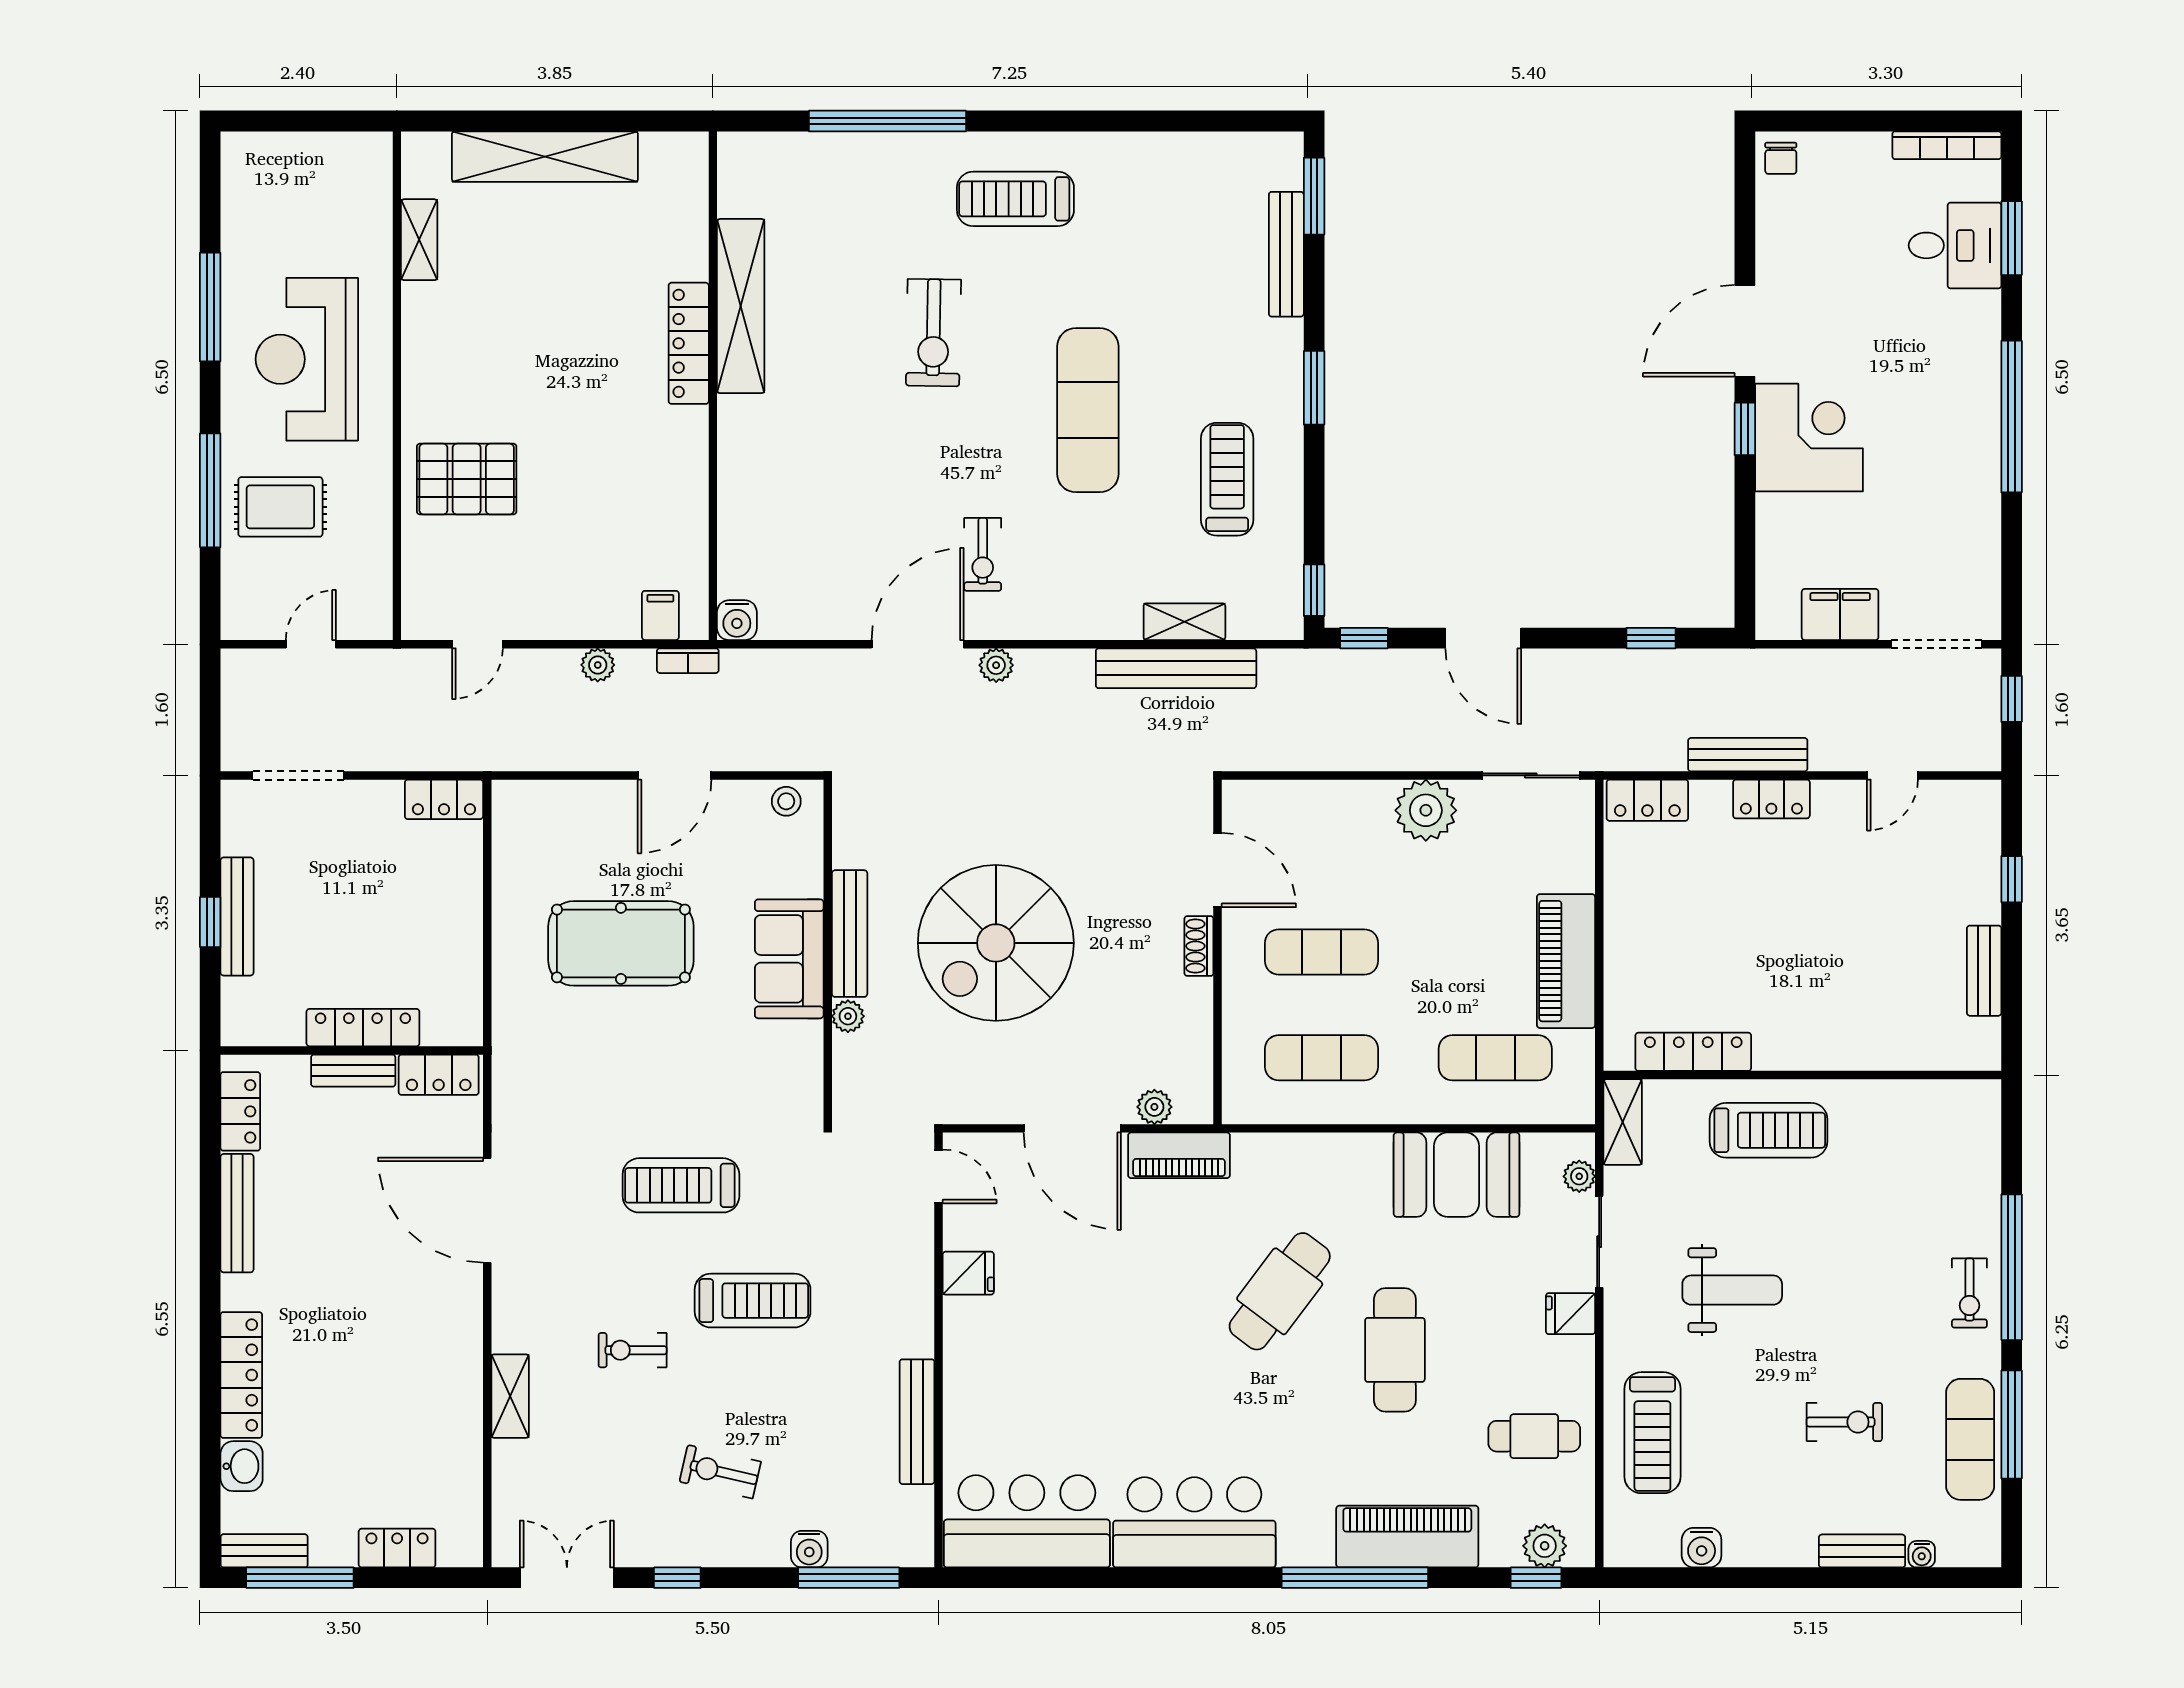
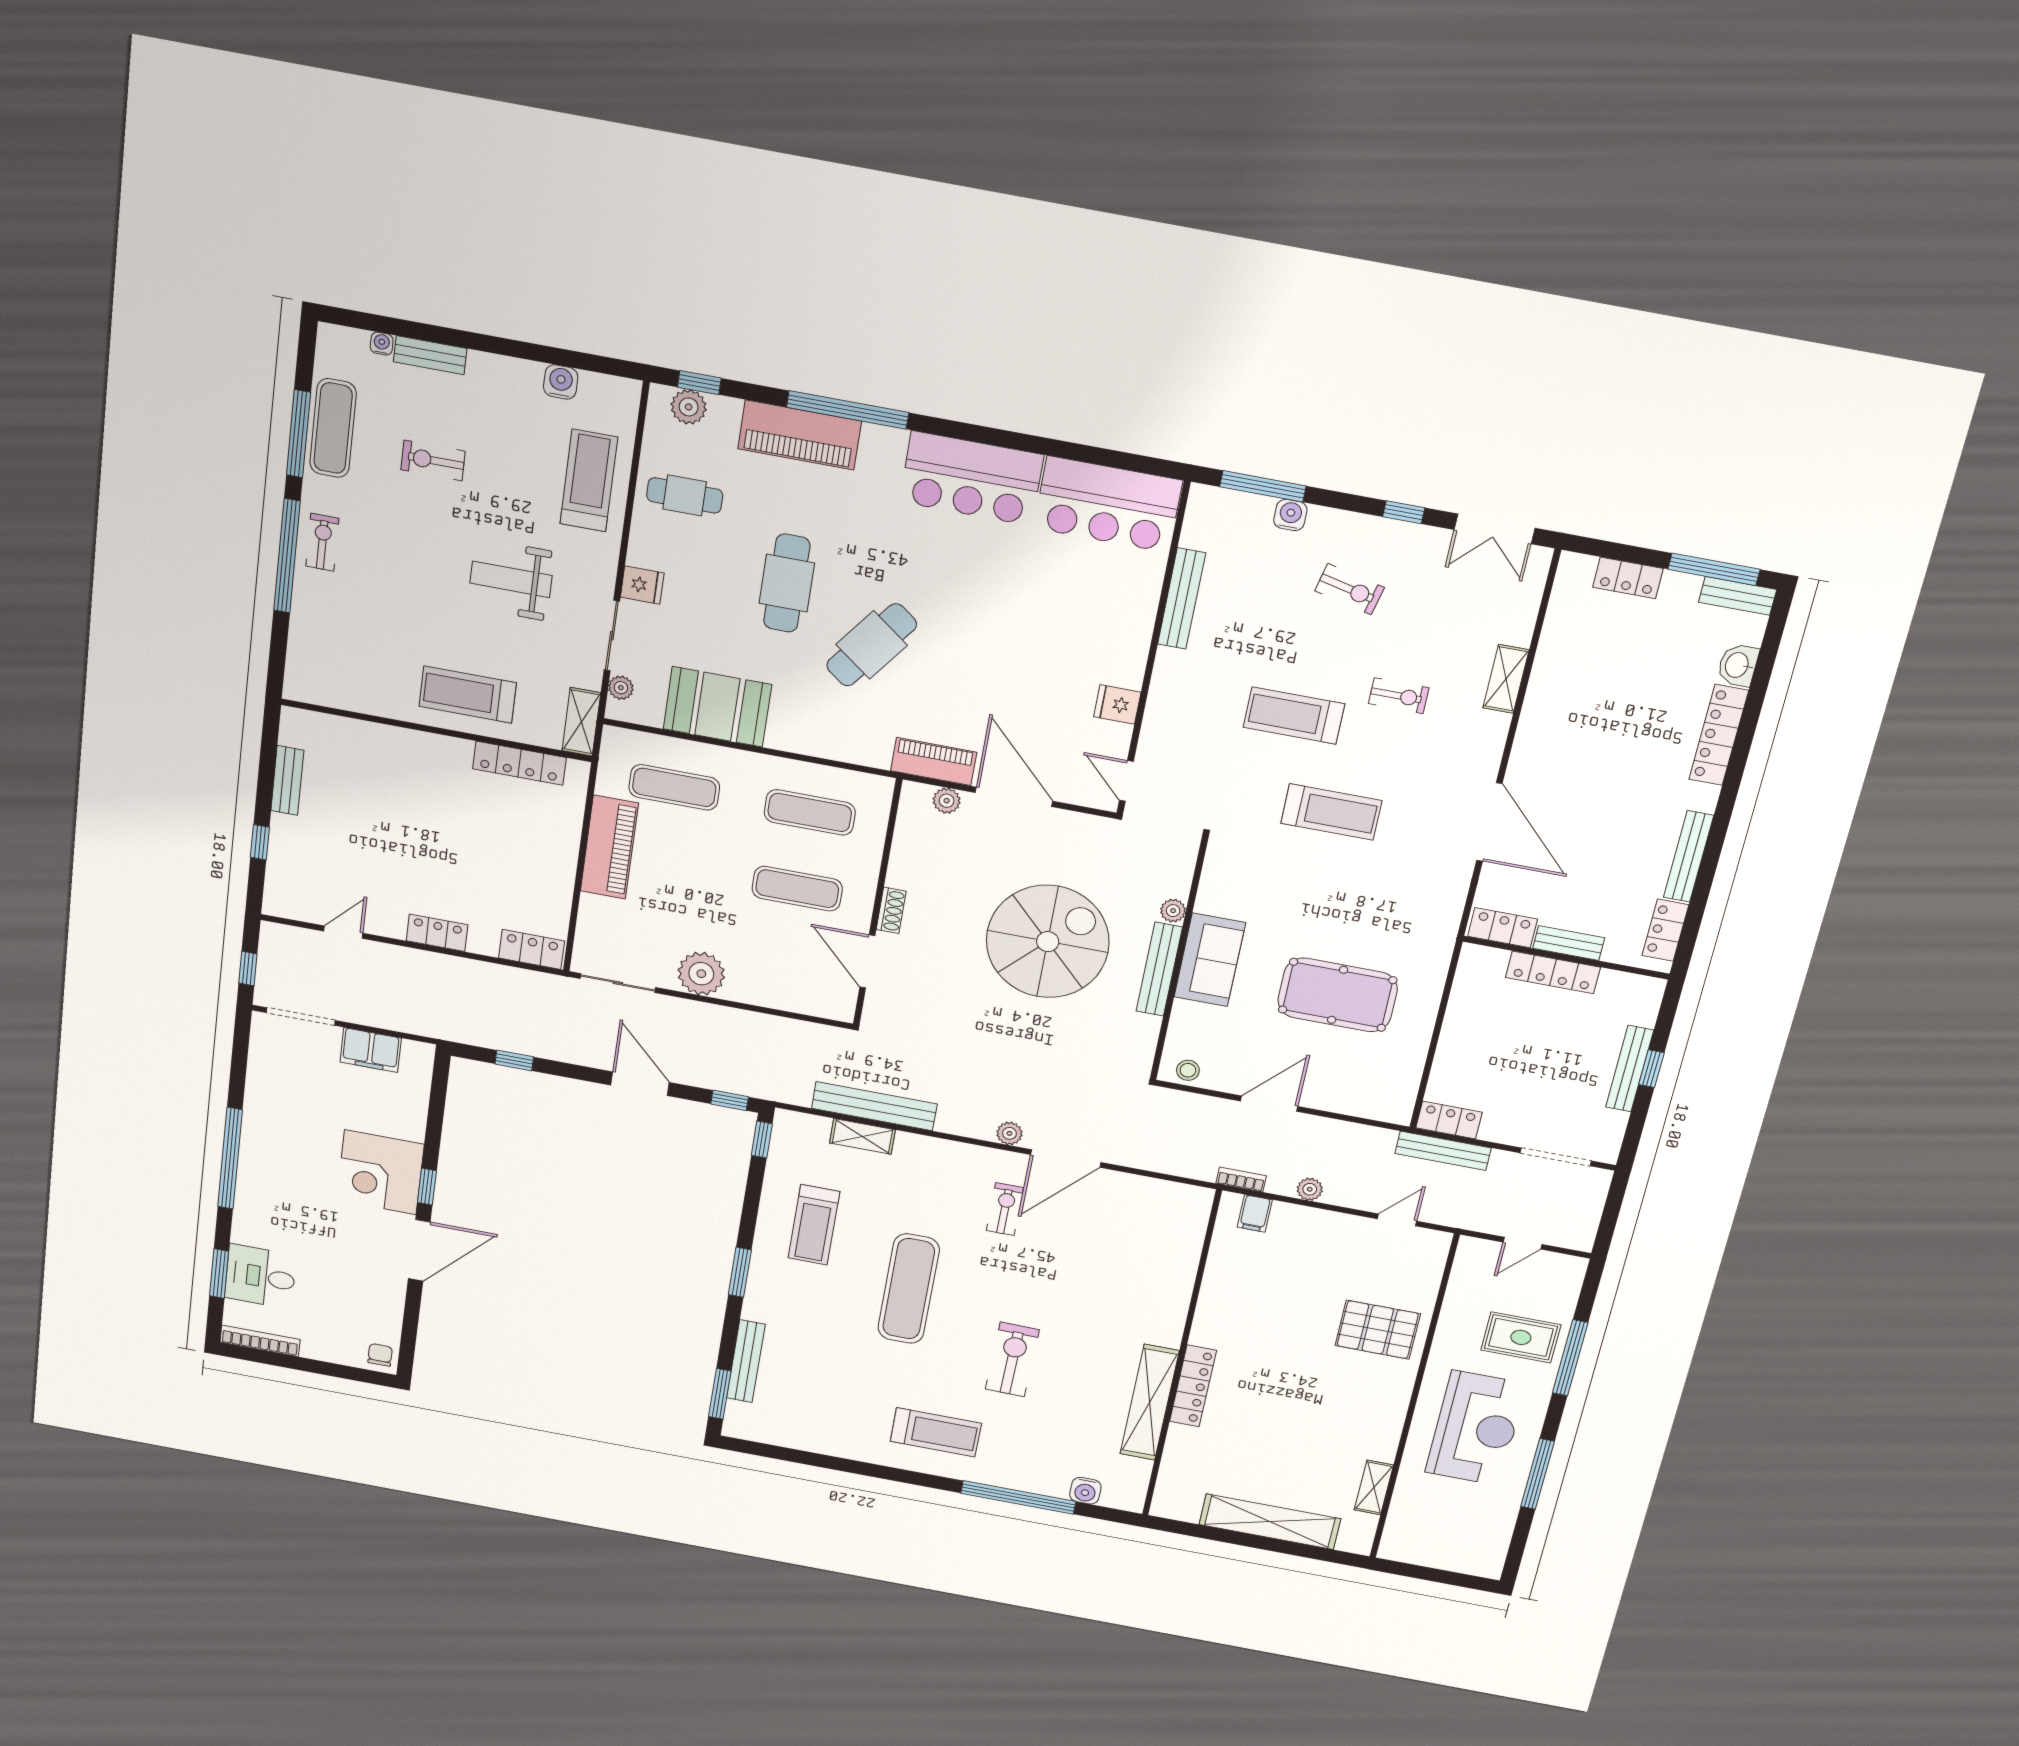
water cooler: (737, 620) -> (1085, 1491), moved, turned 180
bench: (1748, 755) -> (1443, 1151), moved

